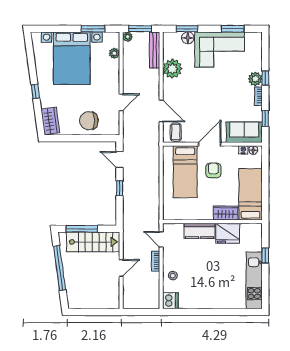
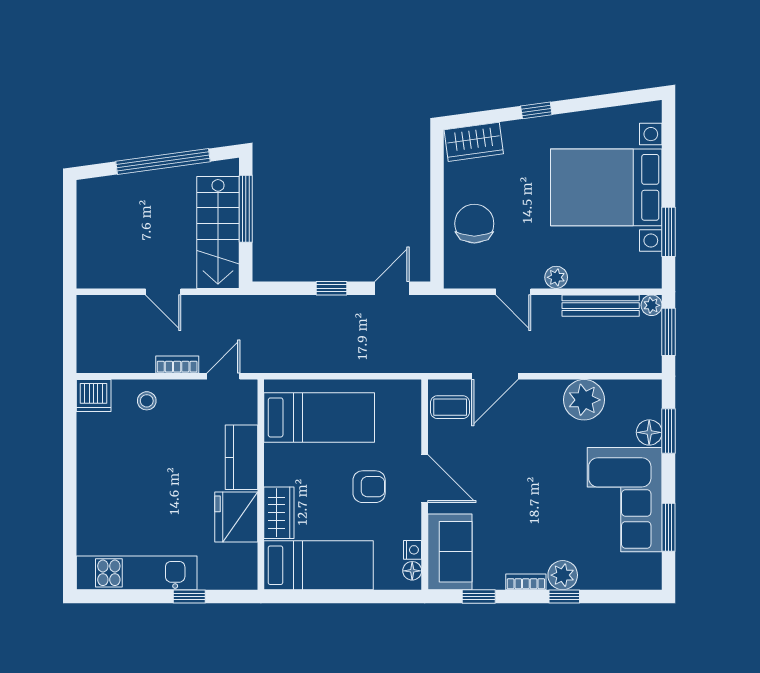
bench: (155, 50) -> (601, 306), moved
plant: (114, 53) -> (556, 277), moved
bed: (185, 172) -> (319, 417), moved, turned 180

